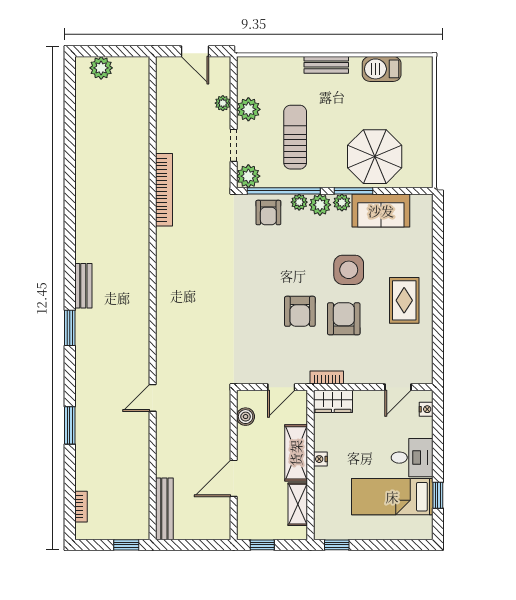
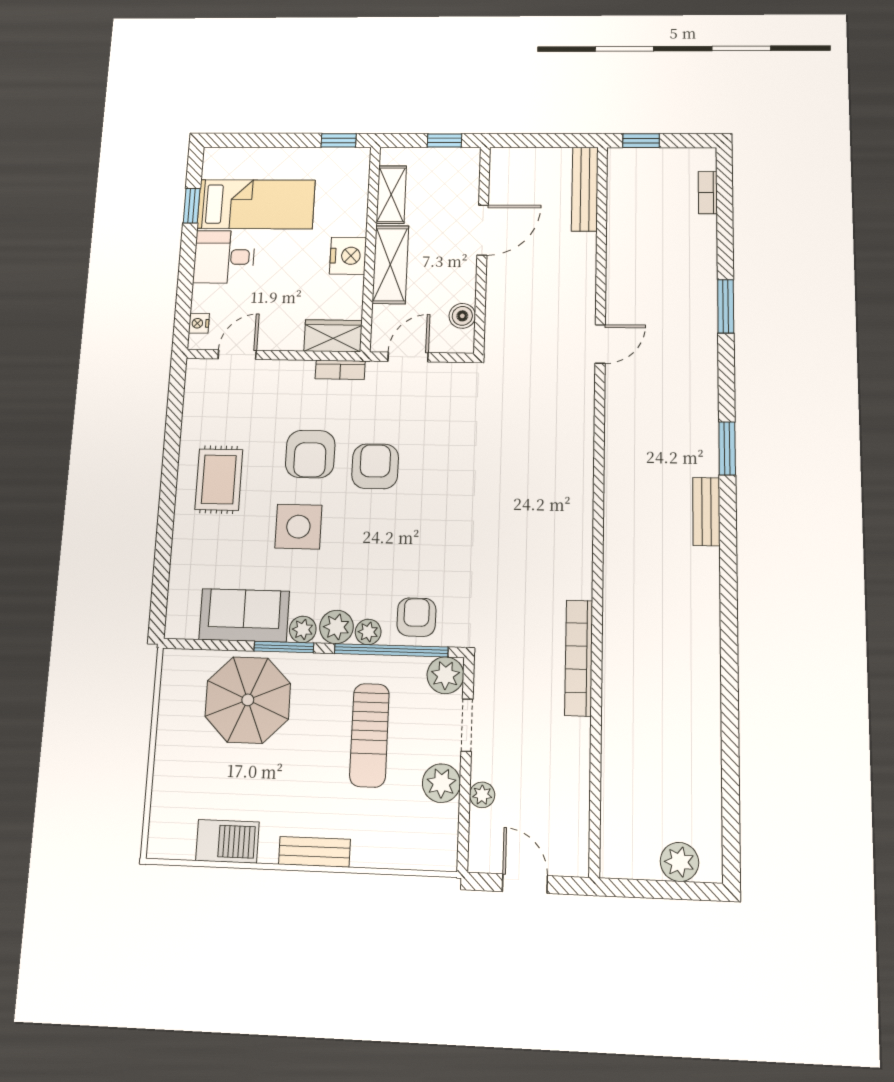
nightstand: (320, 459) -> (348, 256), width x1.89, depth x1.79

